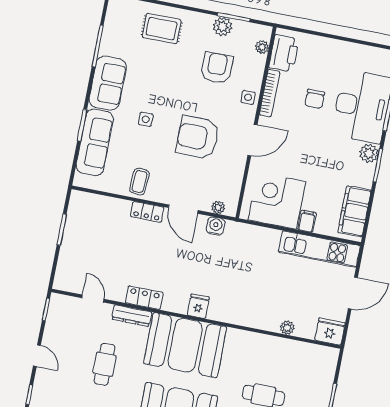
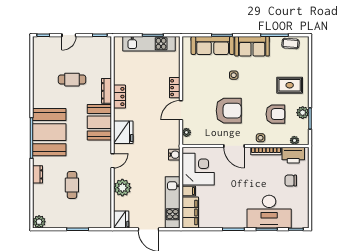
rug: (162, 29) -> (290, 85), moved, turned 90
chair: (315, 99) -> (291, 181), moved
armchair: (198, 137) -> (229, 111), turned 90
plant: (369, 153) -> (240, 222), removed
coffee table: (139, 182) -> (291, 44), moved
filing cabinet: (354, 211) -> (190, 213), moved, turned 90
water cooler: (216, 226) -> (174, 155), moved
kitchen unit: (73, 238) -> (149, 44), added
door: (93, 299) -> (113, 161), moved
fridge: (198, 306) -> (123, 132), width x1.88, depth x1.34
plant: (287, 328) -> (122, 188), width x1.88, depth x1.88
booth: (185, 345) -> (99, 122), width x0.73, depth x0.70

